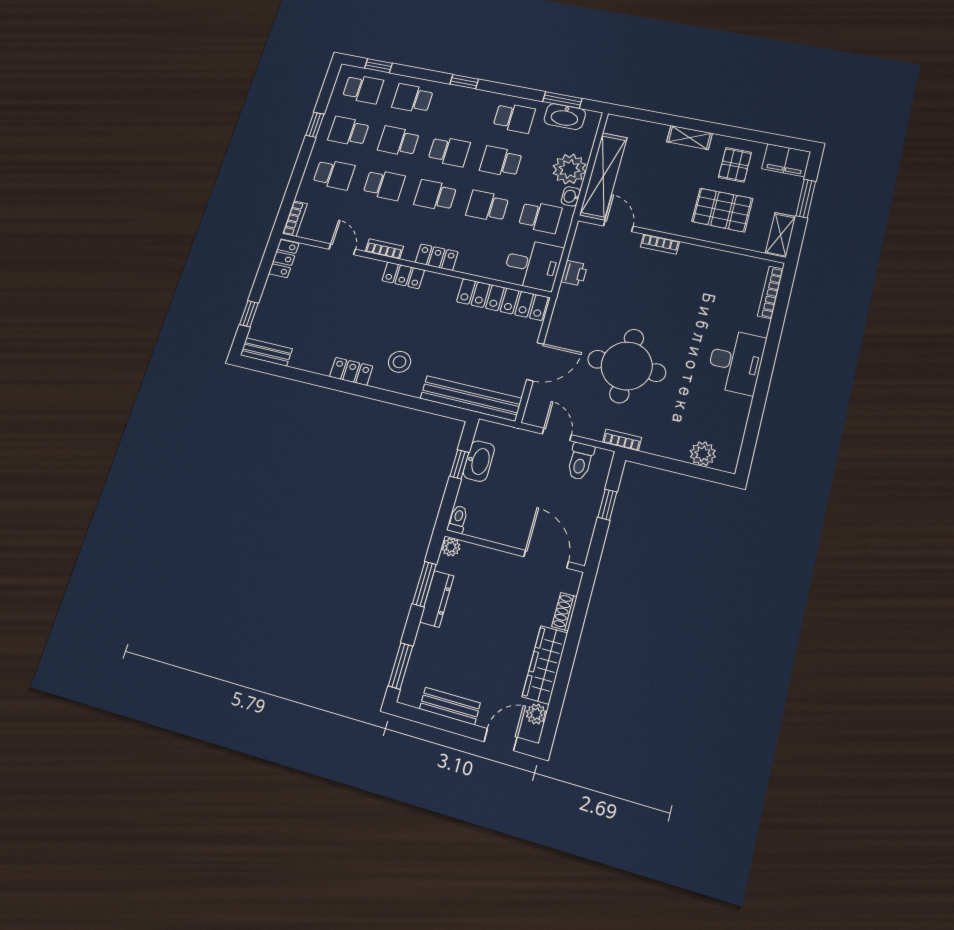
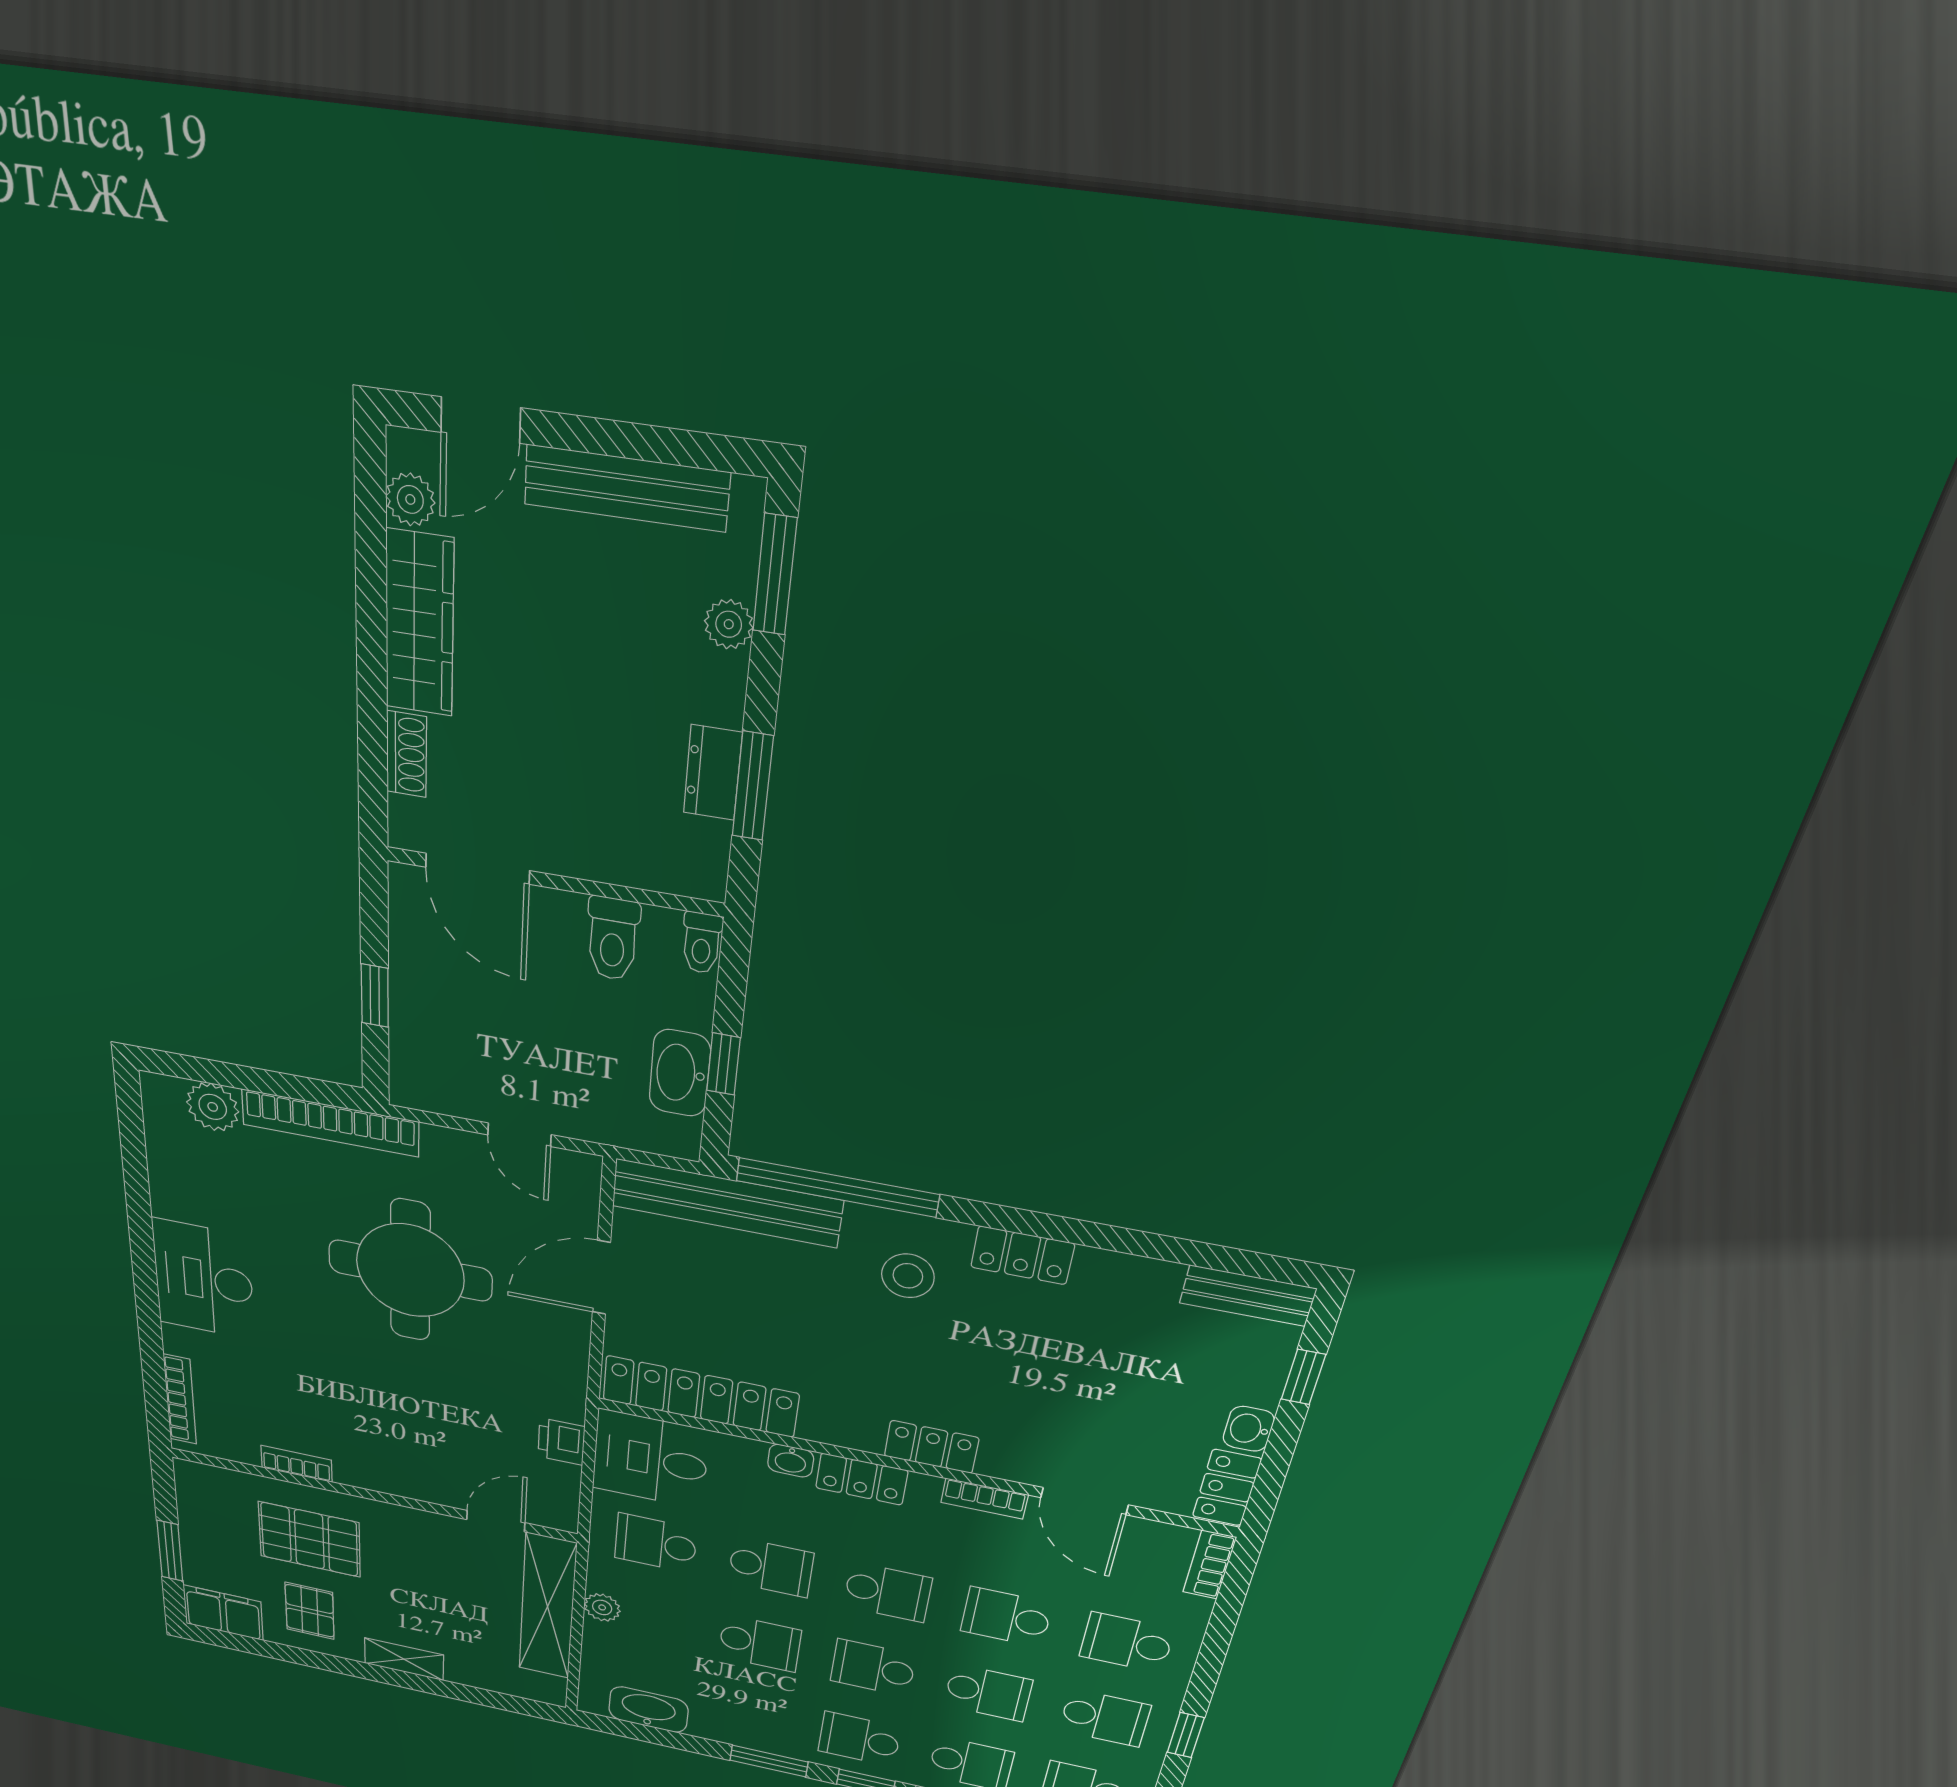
window: (562, 100) -> (769, 1761), moved
school desk: (514, 118) -> (859, 1739), moved
plant: (569, 169) -> (602, 1607), width x0.53, depth x0.53
washbasin: (571, 196) -> (791, 1461), moved, turned 90
door: (618, 226) -> (496, 1521), swing flipped
shelving: (780, 235) -> (194, 1494), removed
bookcase: (660, 244) -> (297, 1464), moved
door: (342, 249) -> (1084, 1501), width x1.38
washbasin: (272, 288) -> (1249, 1429), added
window: (422, 405) -> (837, 1187), added
bookcase: (622, 440) -> (330, 1123), width x2.31, depth x1.31
toilet: (580, 461) -> (613, 939), moved, turned 180
plant: (451, 547) -> (729, 624), moved
dresser: (437, 599) -> (713, 773), width x0.70
bench: (450, 706) -> (626, 488), width x1.36

